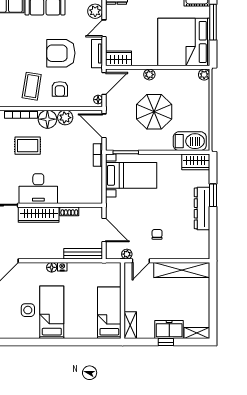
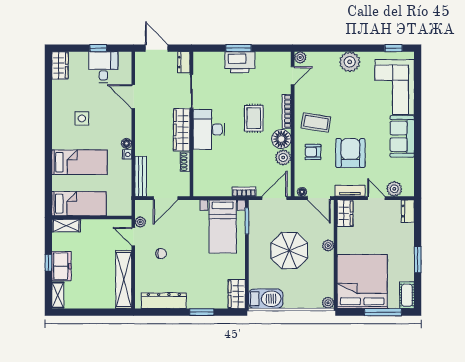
barbecue: (190, 141) -> (266, 299), moved, turned -90
dresser: (202, 208) -> (164, 301), moved
bed: (52, 312) -> (79, 162), moved

